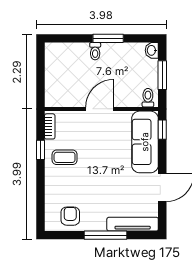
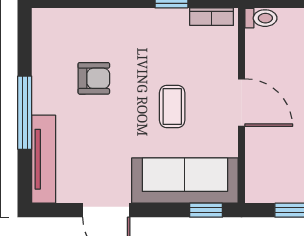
toilet: (148, 98) -> (261, 18), moved
coffee table: (65, 157) -> (172, 106), moved
armchair: (70, 216) -> (94, 78), moved

